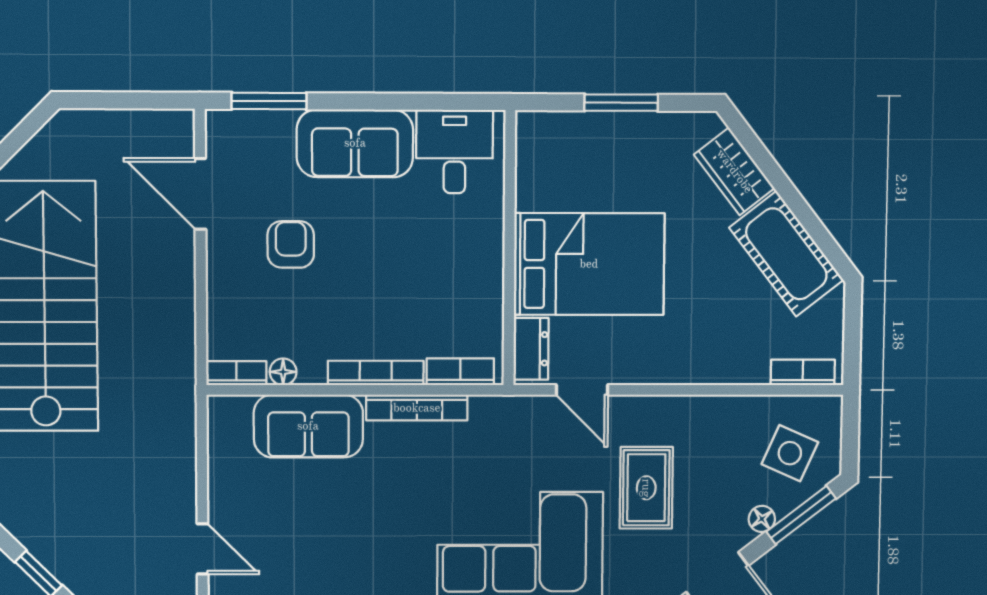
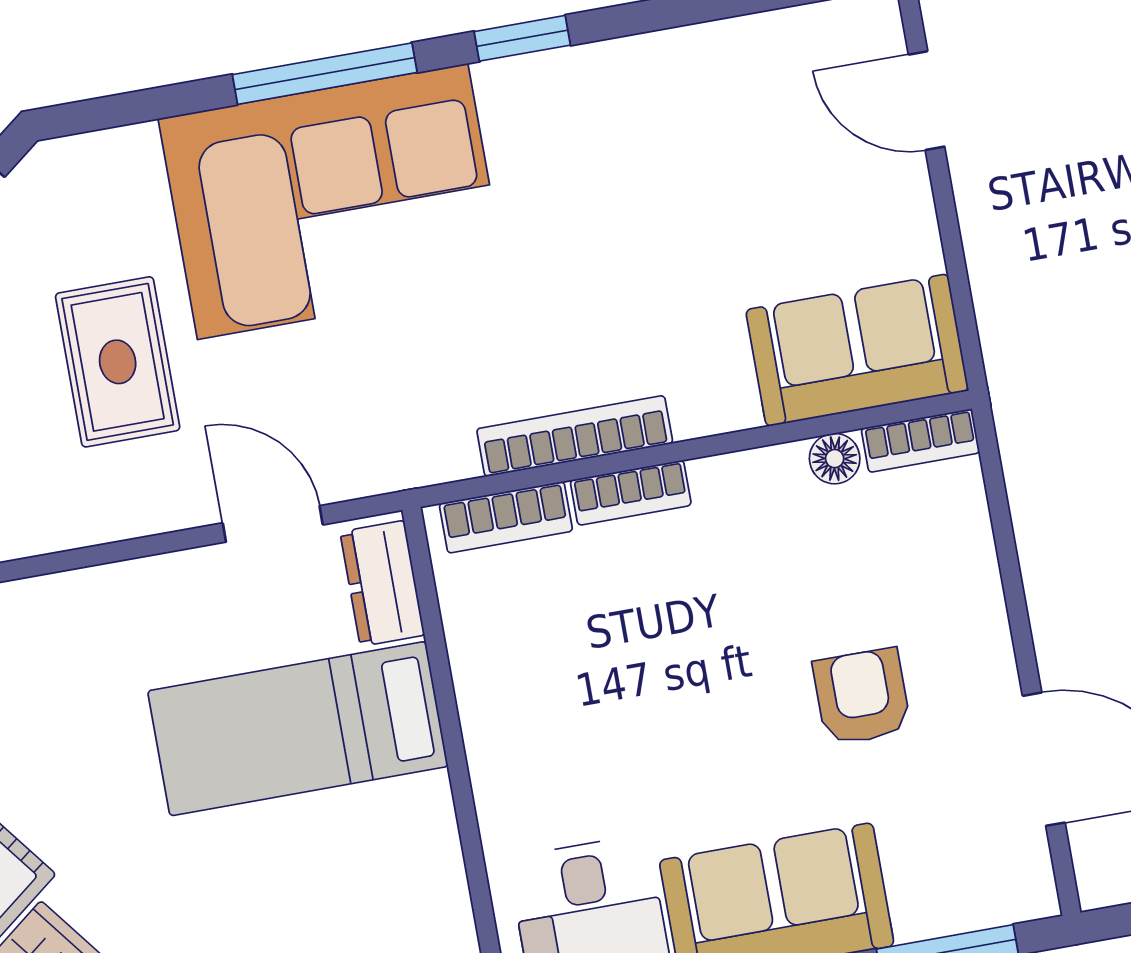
armchair: (291, 244) -> (862, 697), turned 180
bed: (589, 264) -> (298, 729), width x0.67
bookcase: (376, 373) -> (631, 493), width x0.64
sofa: (308, 426) -> (857, 350), moved

